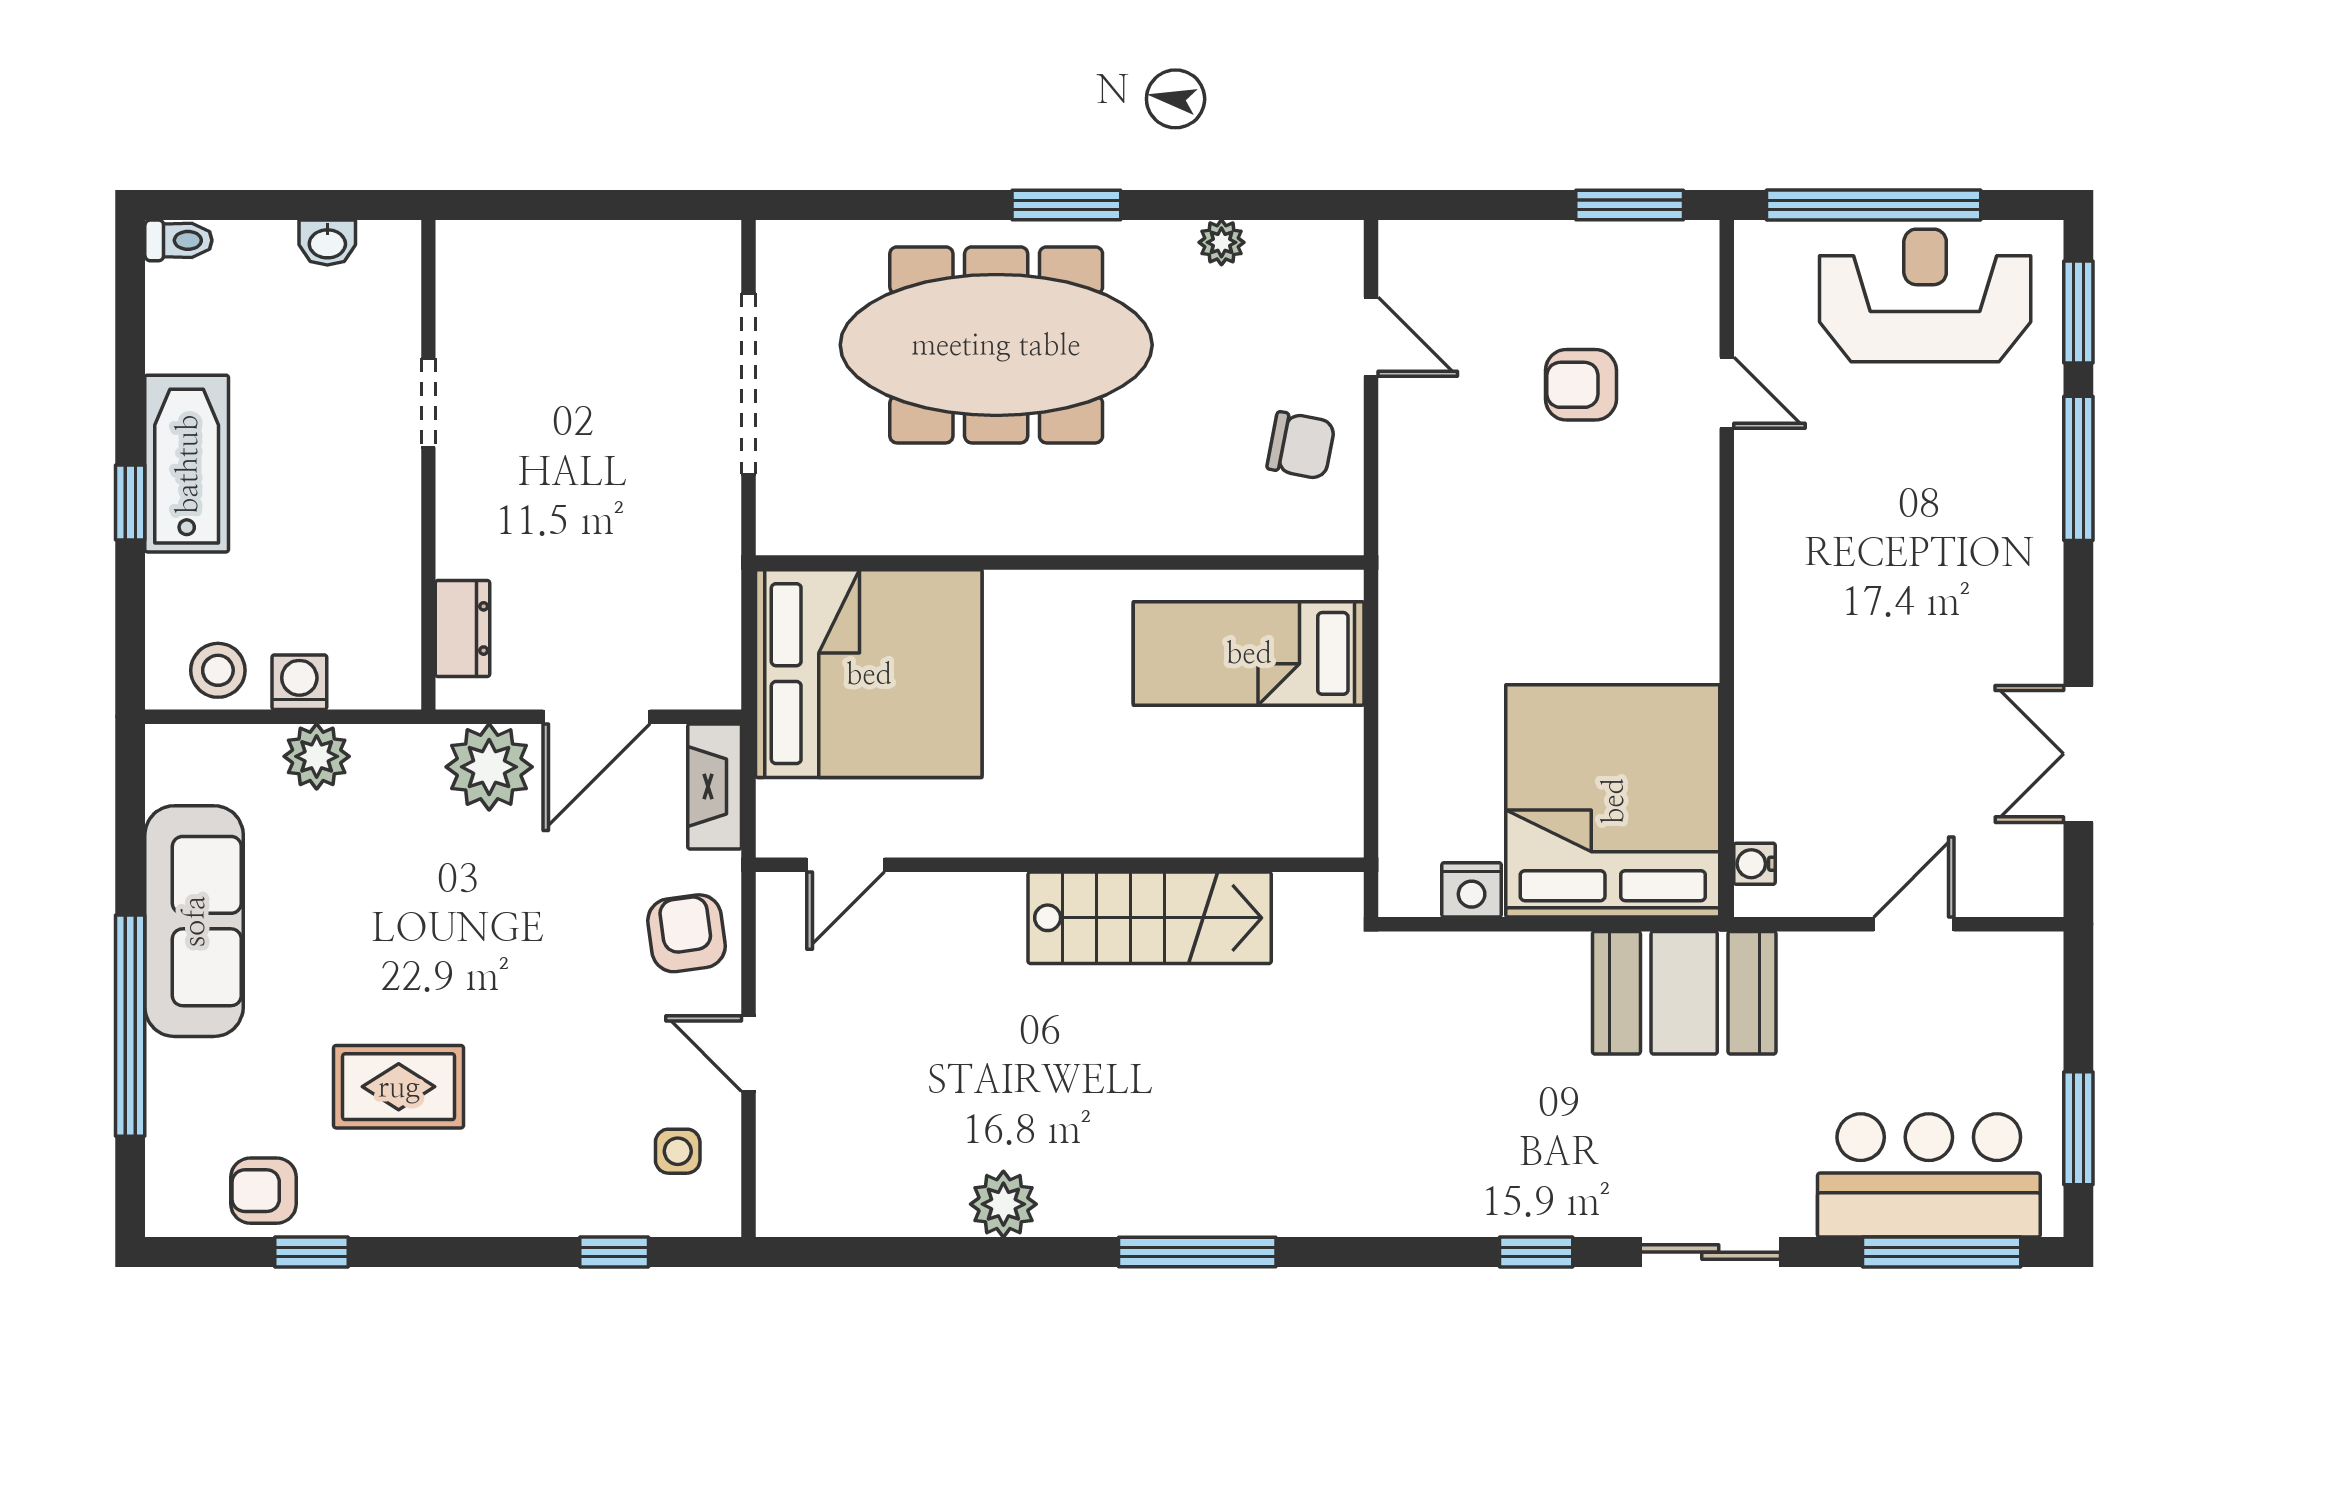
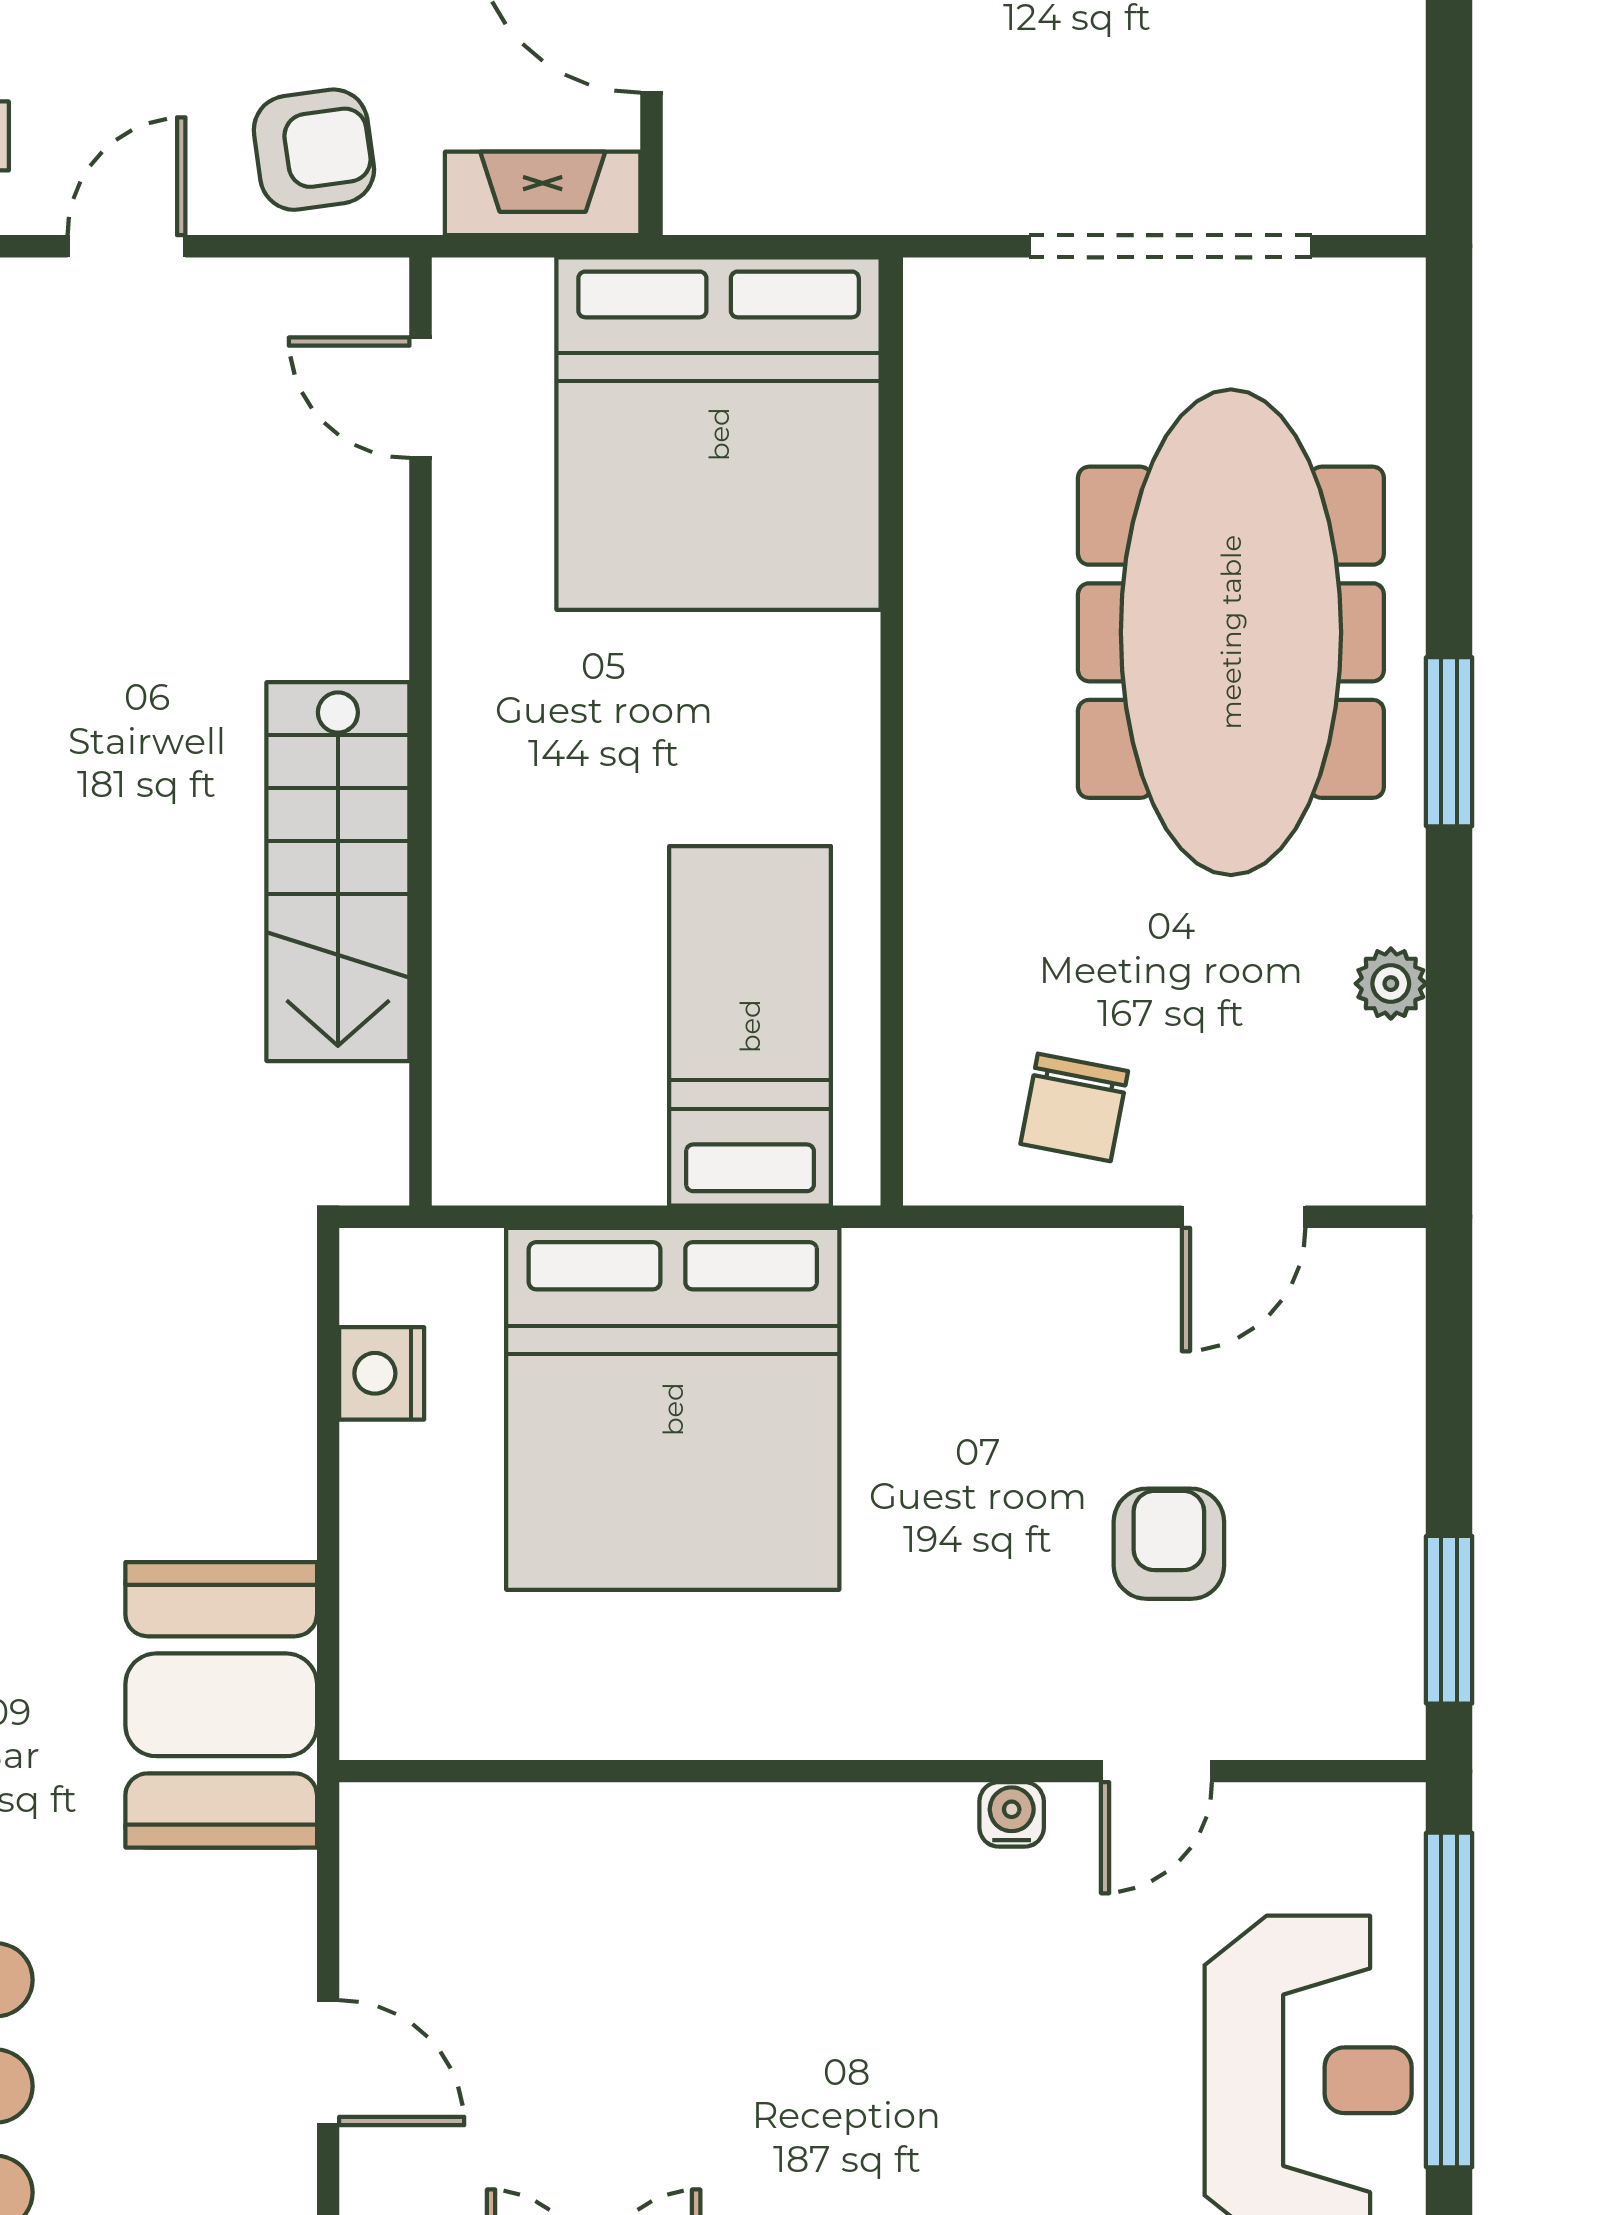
bed: (1613, 801) -> (673, 1409), moved, turned 90
water cooler: (1755, 864) -> (1012, 1814), moved

